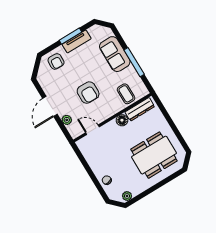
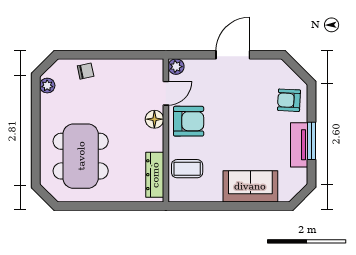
window: (134, 62) -> (224, 206), removed
armchair: (88, 93) -> (189, 121), moved, turned 180
door: (50, 106) -> (233, 55), hinge flipped
plant: (67, 120) -> (176, 67), moved
floor lamp: (122, 120) -> (154, 119), moved

